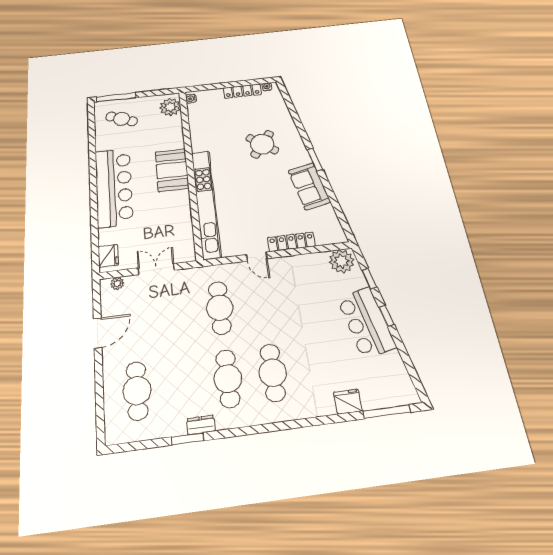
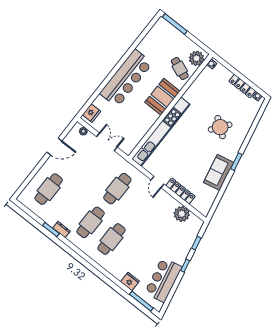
cafe table: (122, 119) -> (180, 69), moved
plant: (342, 261) -> (182, 214), moved
bar counter: (366, 322) -> (163, 280), moved

